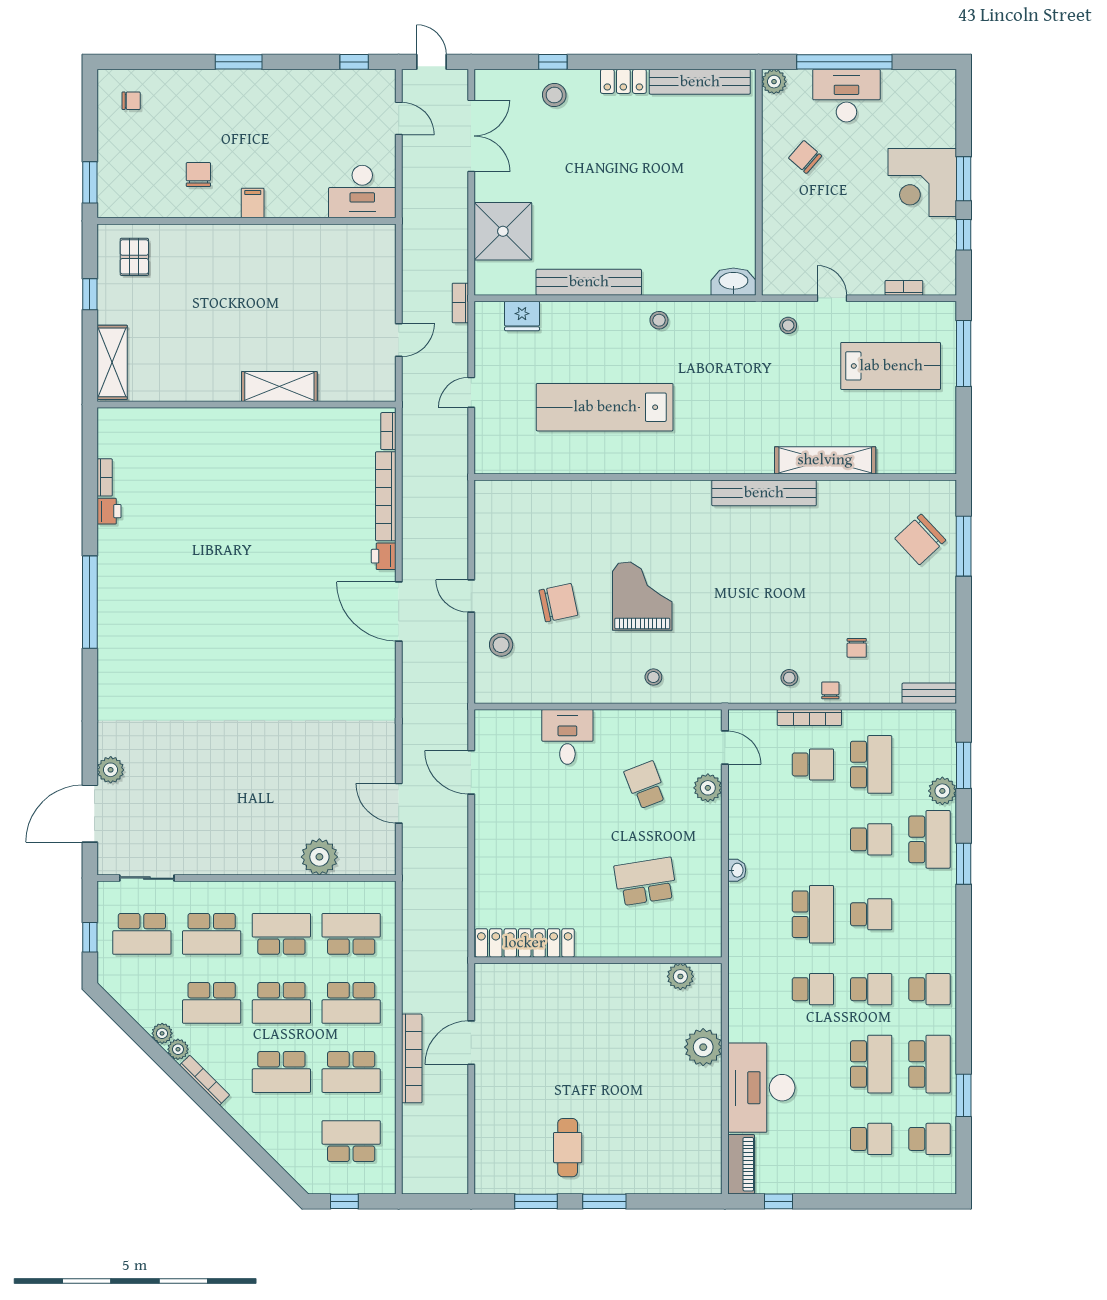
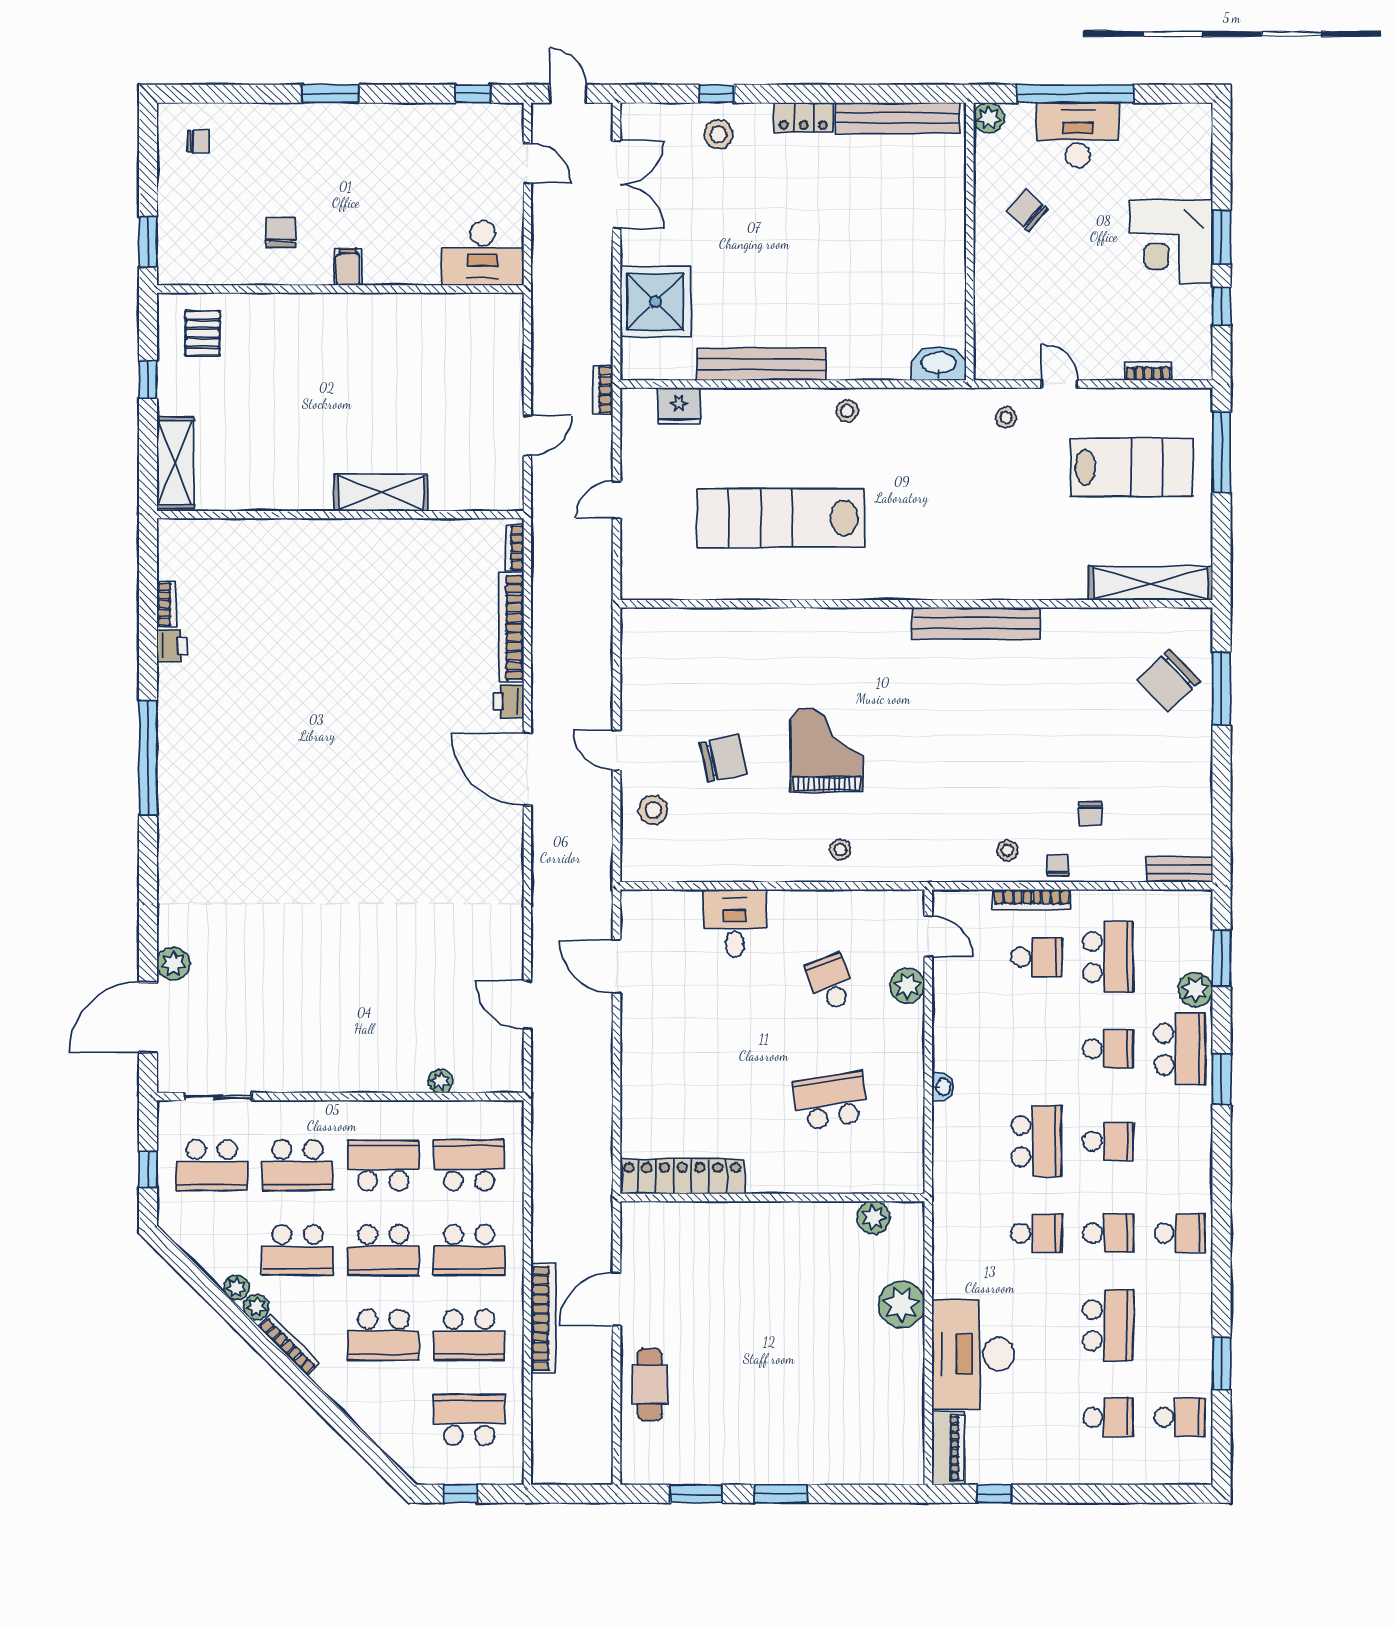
shelving: (825, 460) -> (1151, 583), moved
plant: (319, 857) -> (440, 1081), width x0.53, depth x0.53
school desk: (929, 1064) -> (1180, 1325), removed
cafe table: (568, 1148) -> (650, 1384), moved

